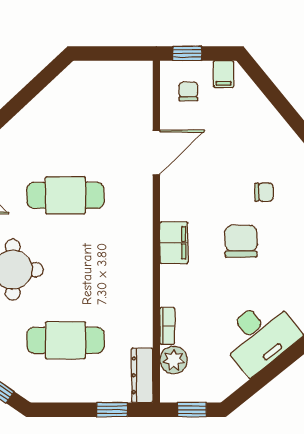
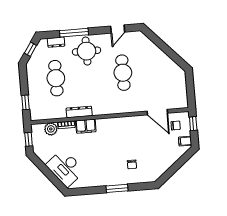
door: (156, 152) -> (157, 112), moved
chair: (241, 241) -> (108, 156), removed
filing cabinet: (174, 243) -> (86, 126), moved
dresser: (142, 375) -> (79, 112), moved

